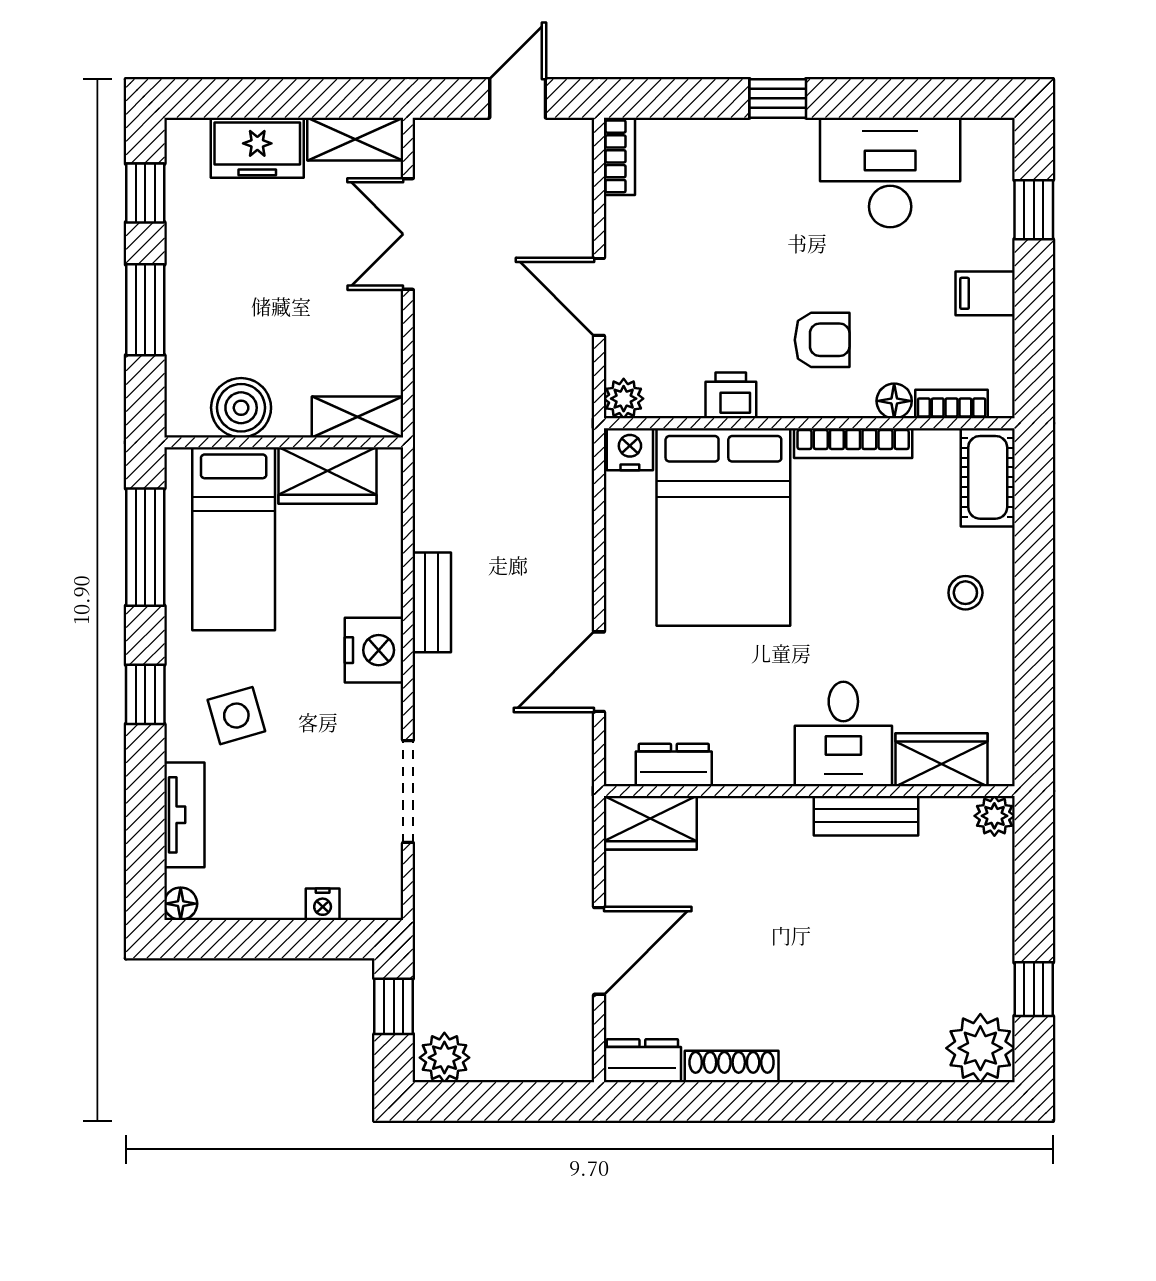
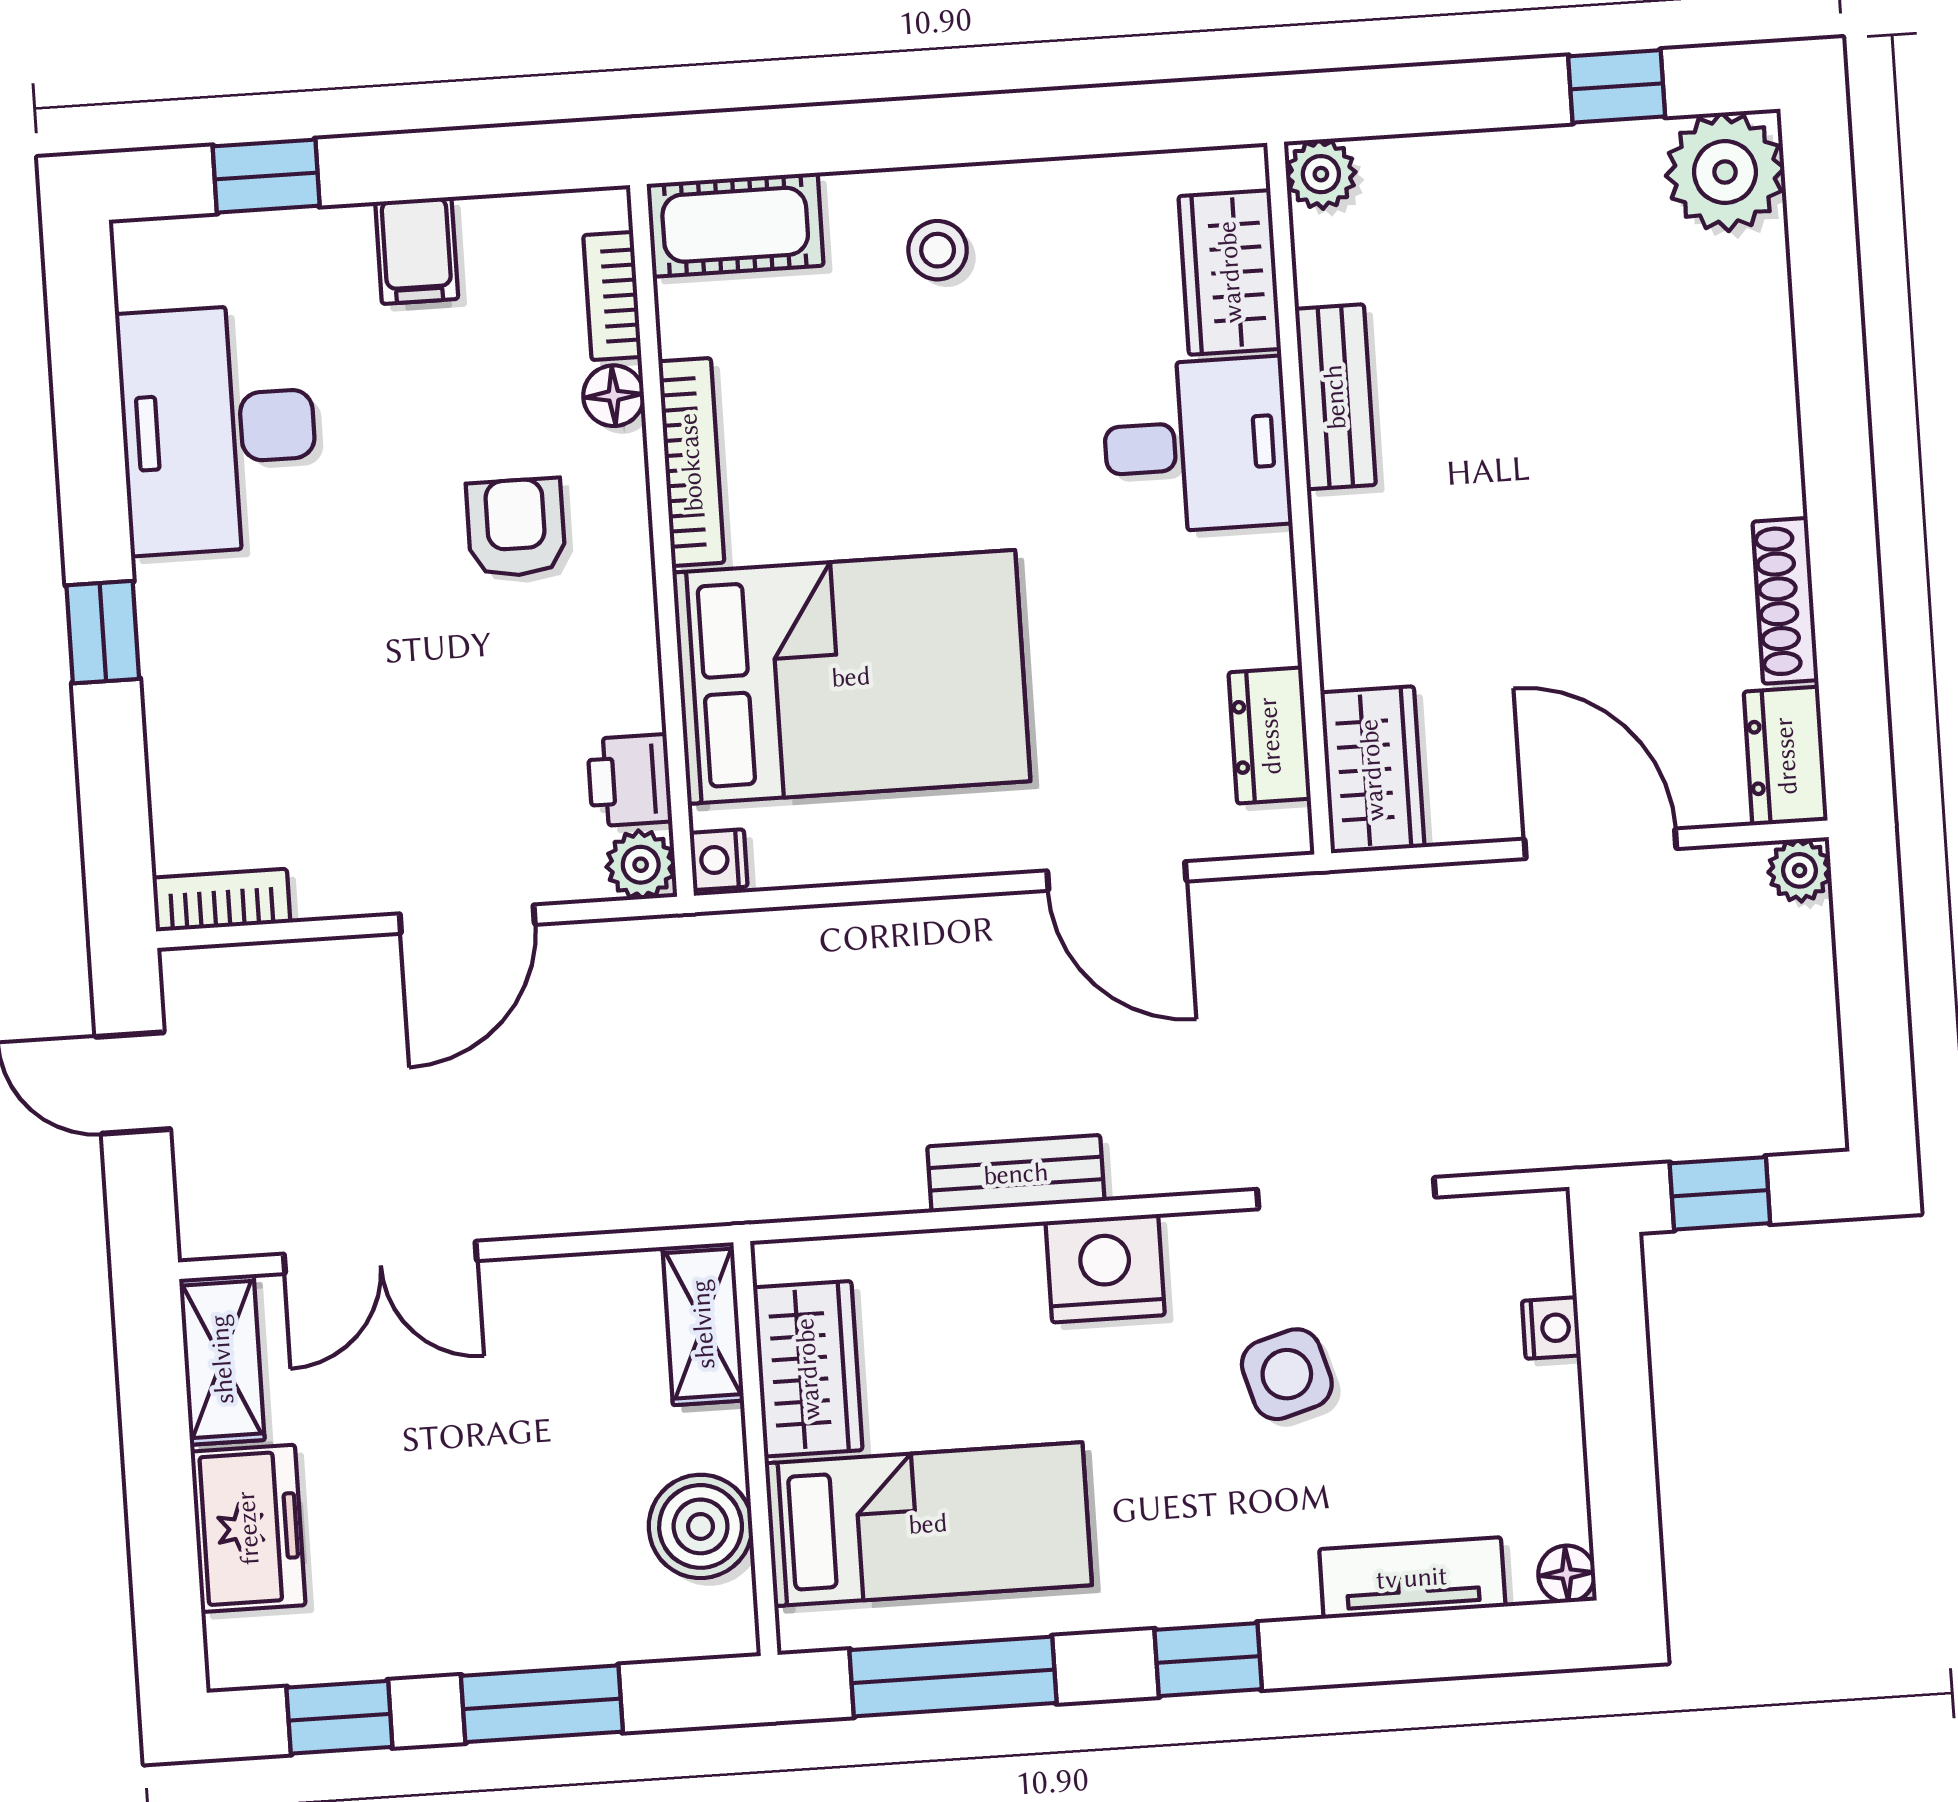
printer: (731, 395) -> (630, 780), moved
nightstand: (630, 449) -> (719, 860), width x0.72, depth x0.74
side table: (236, 716) -> (1287, 1374), moved
plant: (444, 1058) -> (1800, 870), moved, width x0.73, depth x0.73

